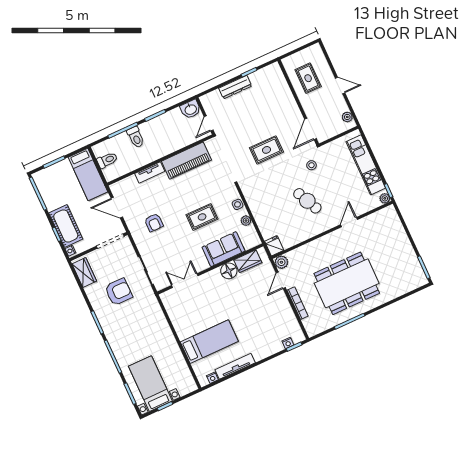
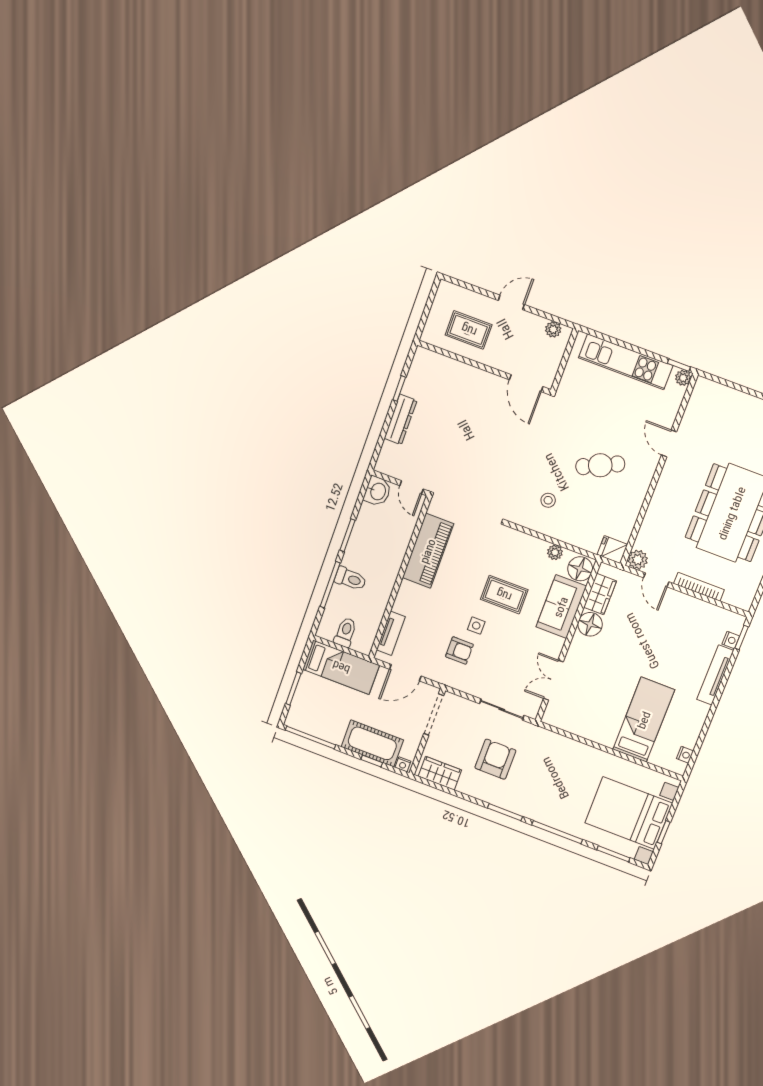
rug: (266, 150) -> (501, 454), removed
stool: (311, 165) -> (548, 500), moved
tv unit: (150, 172) -> (391, 633), moved
side table: (238, 204) -> (476, 626), moved
rug: (202, 217) -> (504, 595), turned 90
floor lamp: (250, 240) -> (580, 569), added
tv unit: (235, 366) -> (715, 675), moved
bed with nightstands: (150, 384) -> (629, 813), width x1.36

